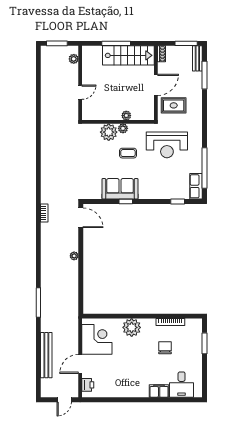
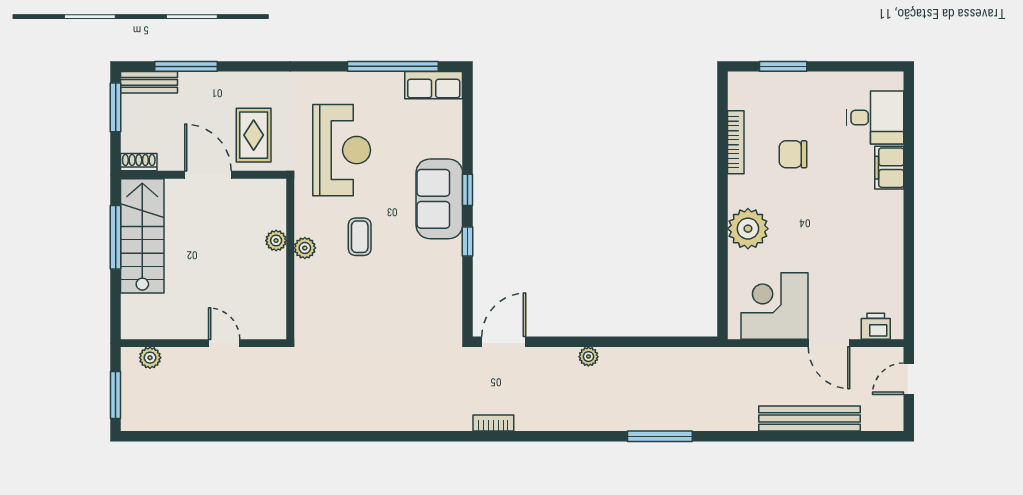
window: (116, 43) -> (116, 237), moved
plant: (109, 132) -> (313, 280), removed
sofa: (120, 189) -> (439, 199), moved
window: (178, 202) -> (468, 190), moved
window: (38, 302) -> (660, 436), moved
door: (64, 400) -> (909, 379), swing flipped

